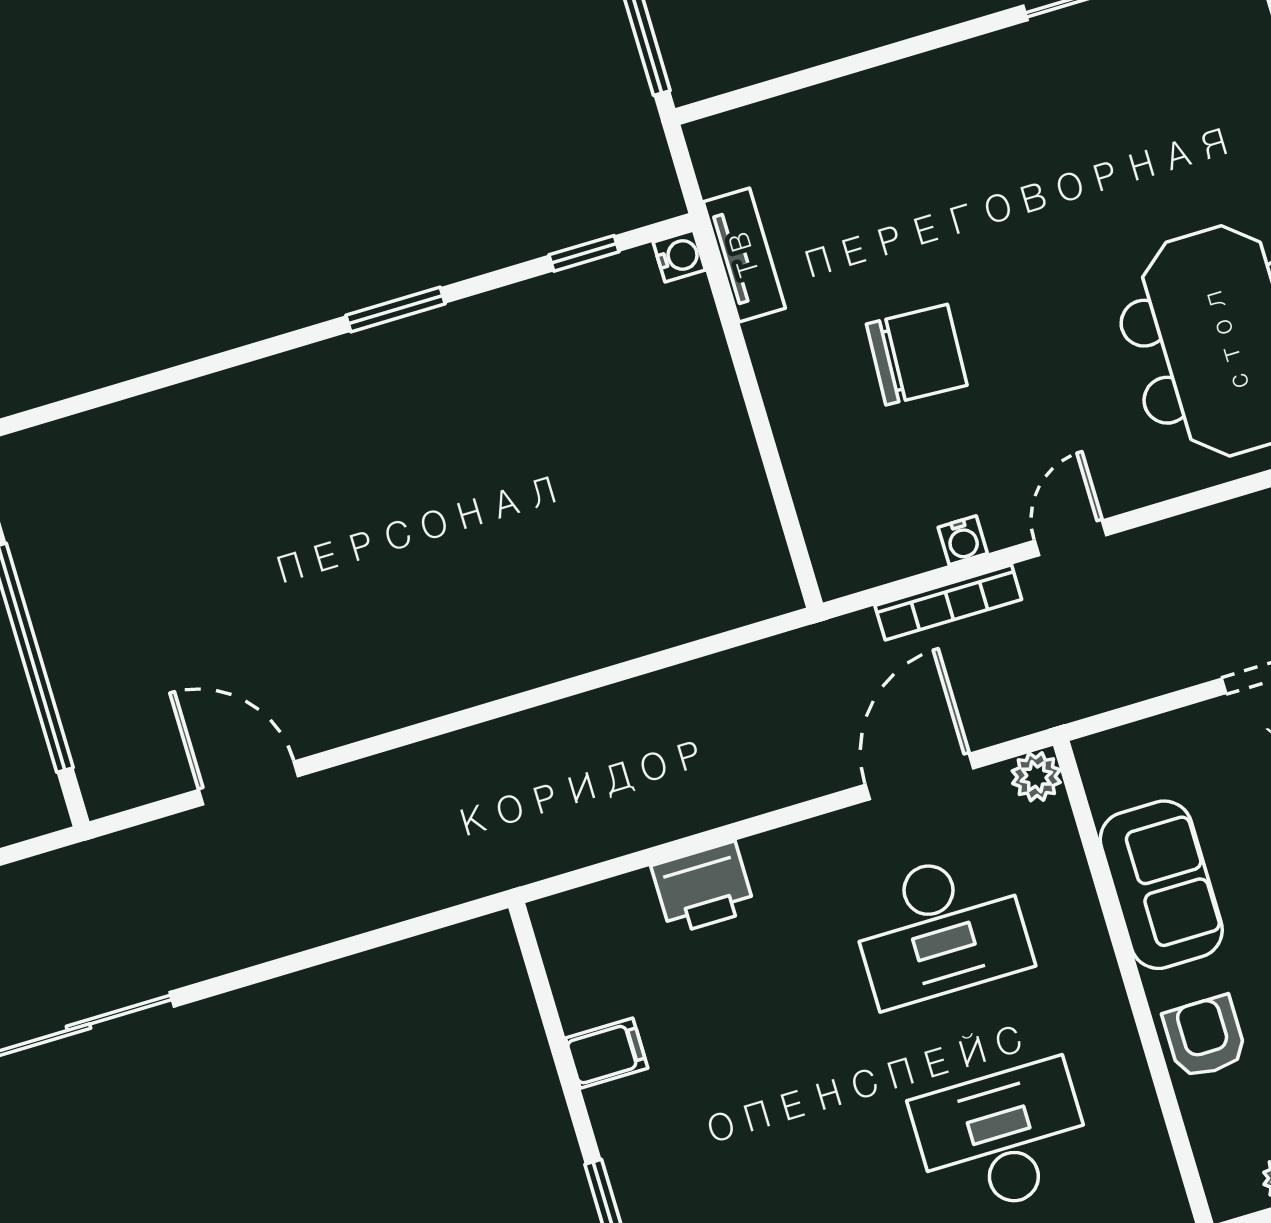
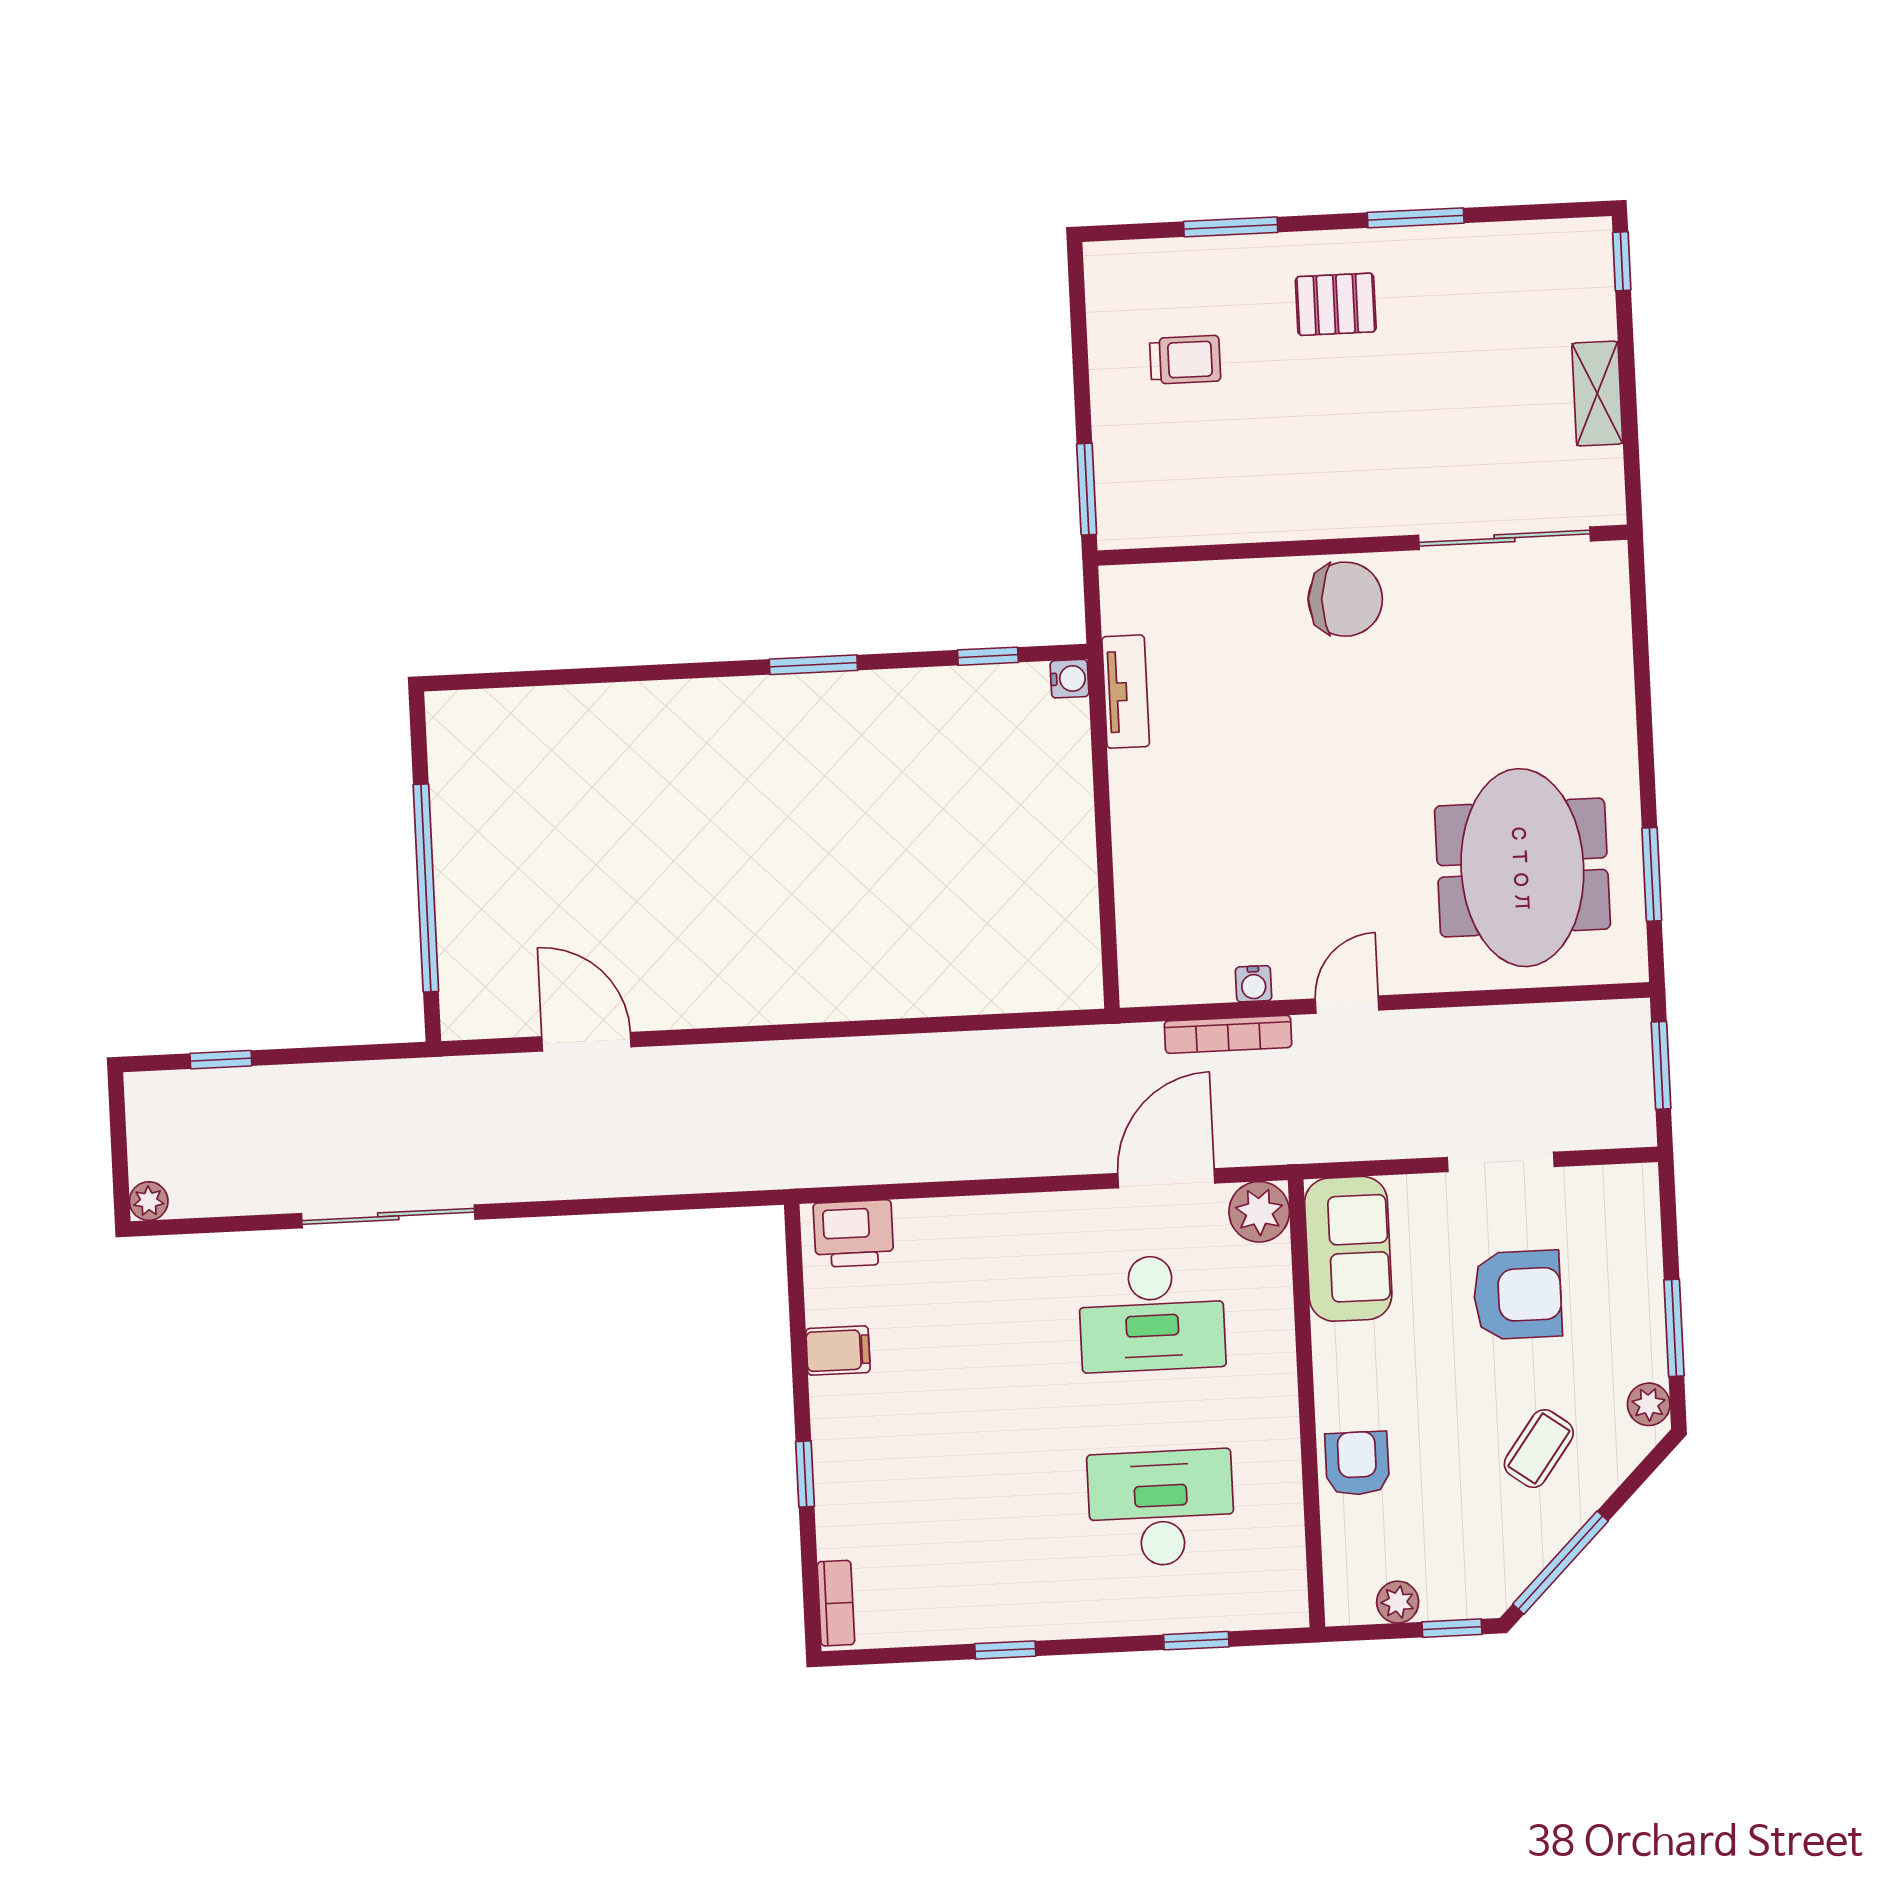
chair: (917, 355) -> (1345, 599), moved
plant: (1036, 777) -> (1259, 1212), width x1.38, depth x1.38
sofa: (1161, 885) -> (1348, 1249), moved
printer: (703, 888) -> (853, 1234), moved

